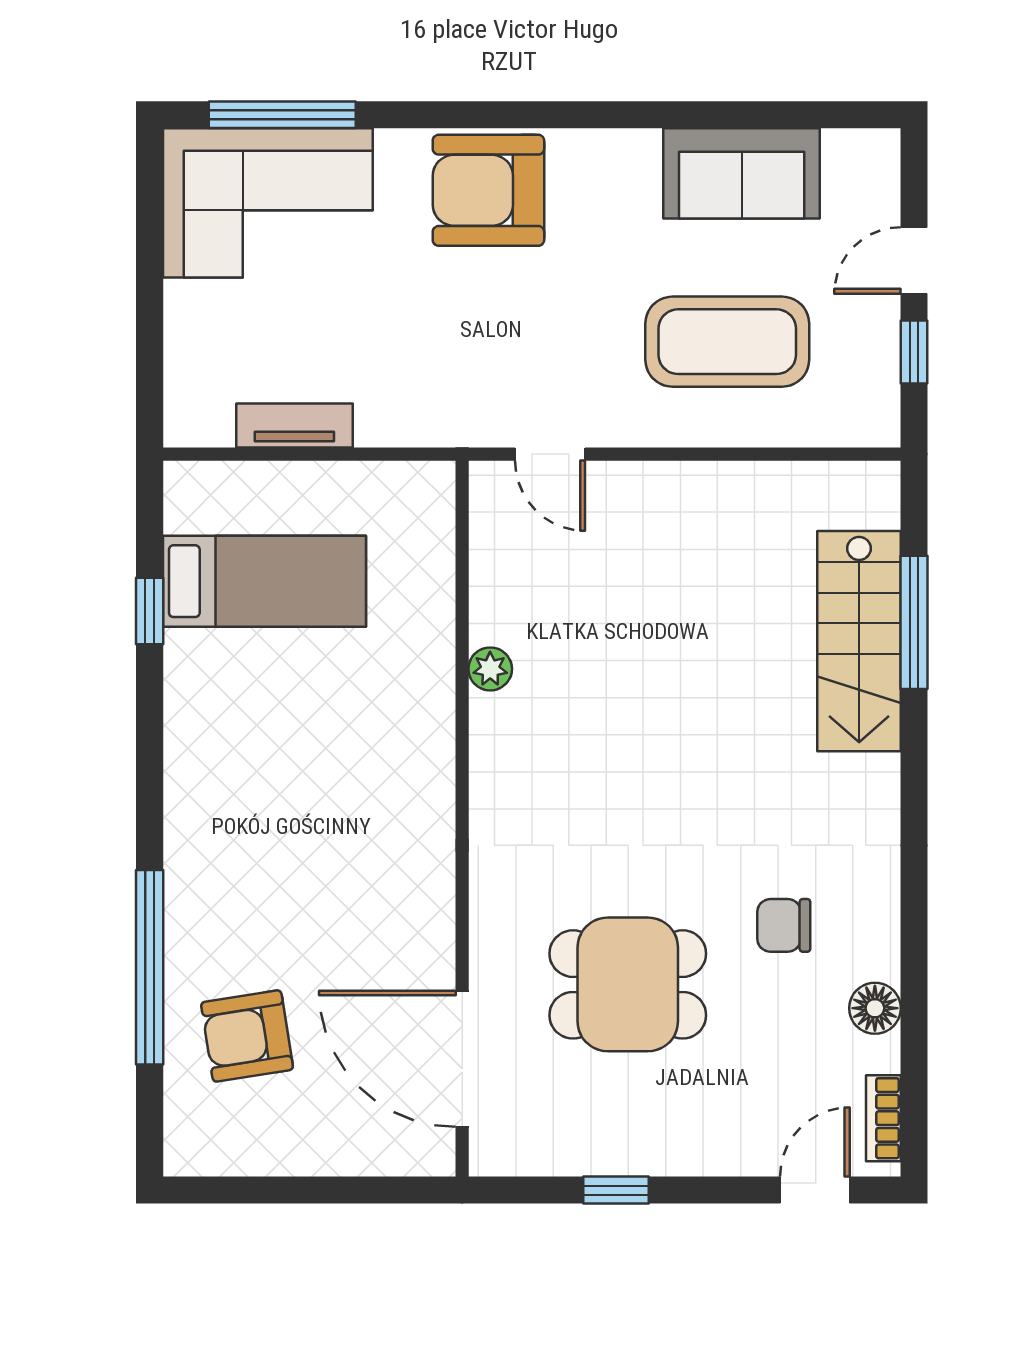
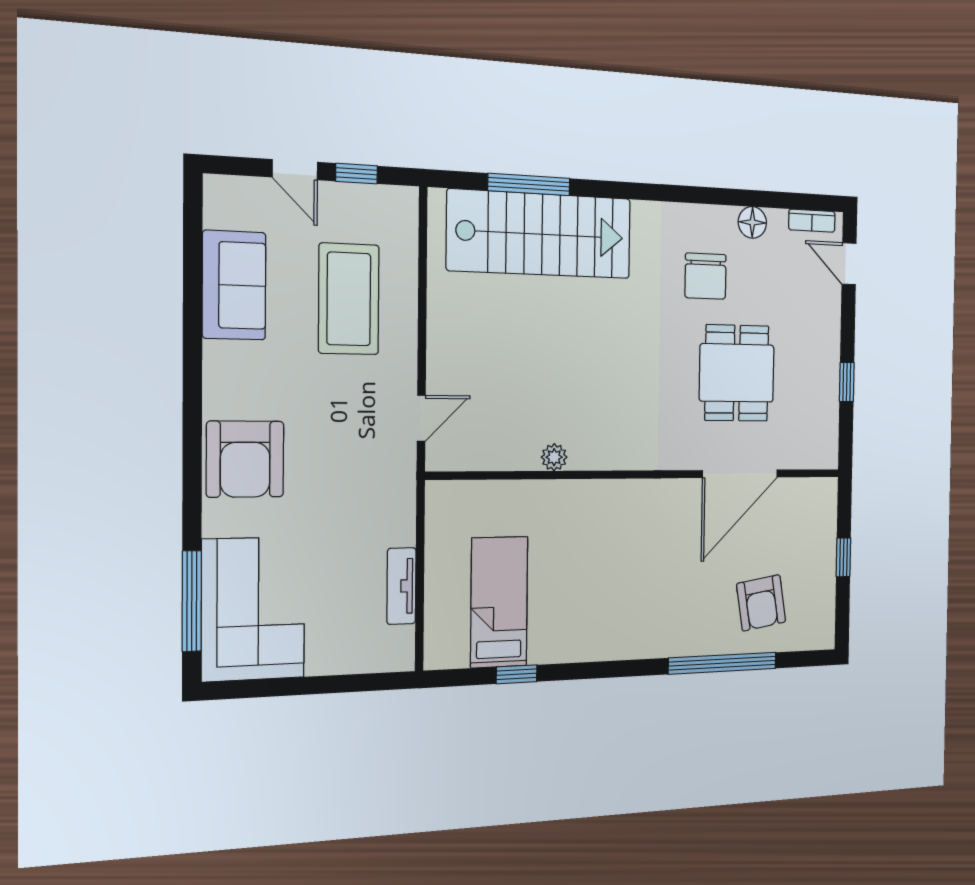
stairs: (859, 641) -> (540, 234), width x1.36, depth x1.51
chair: (784, 925) -> (705, 276), width x1.37, depth x1.37
door: (462, 1059) -> (740, 474), moved
window: (319, 1190) -> (843, 557), added

